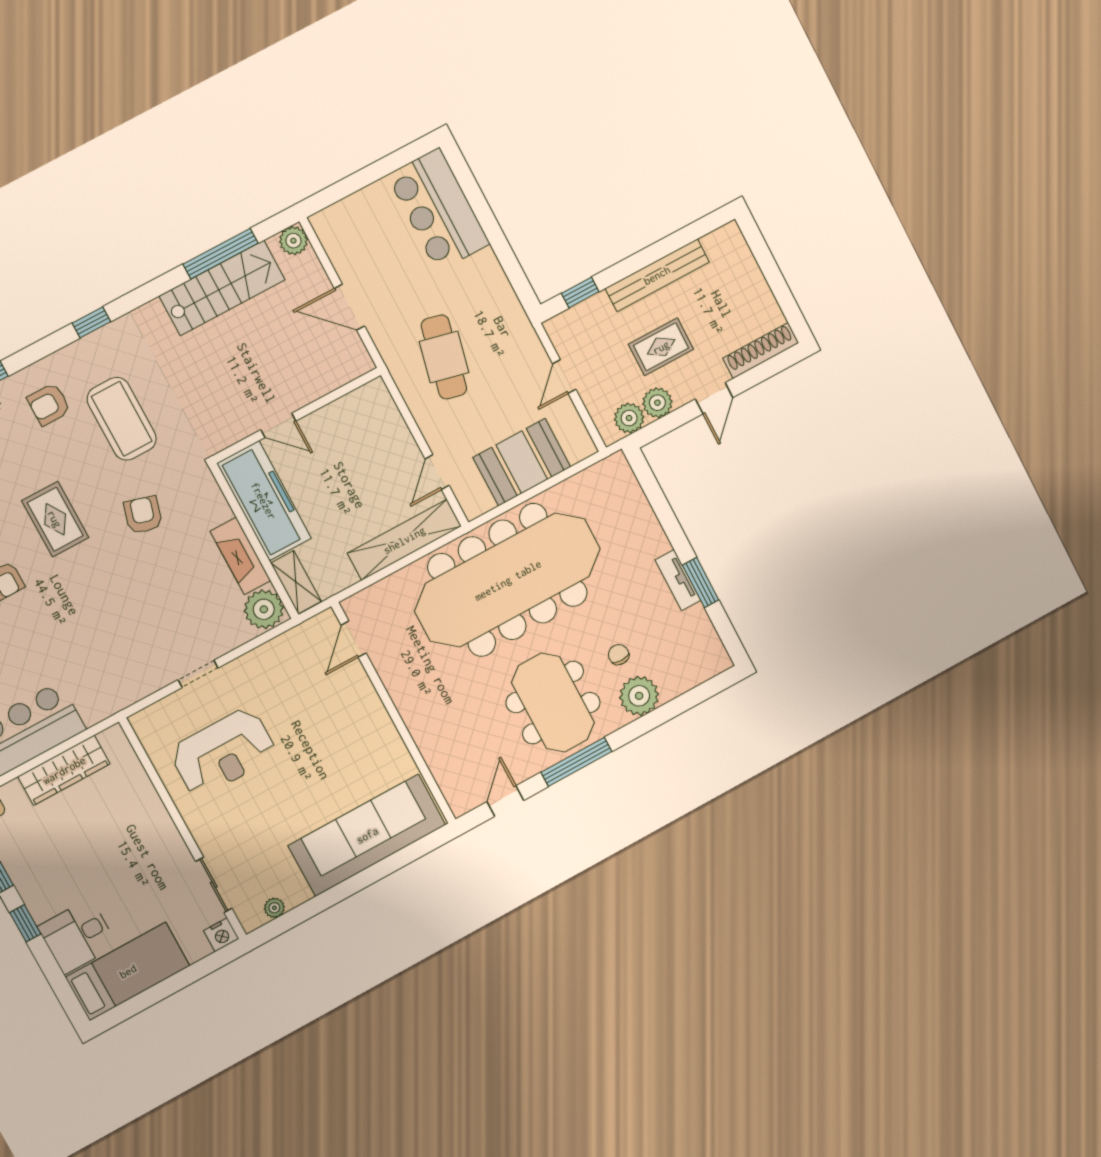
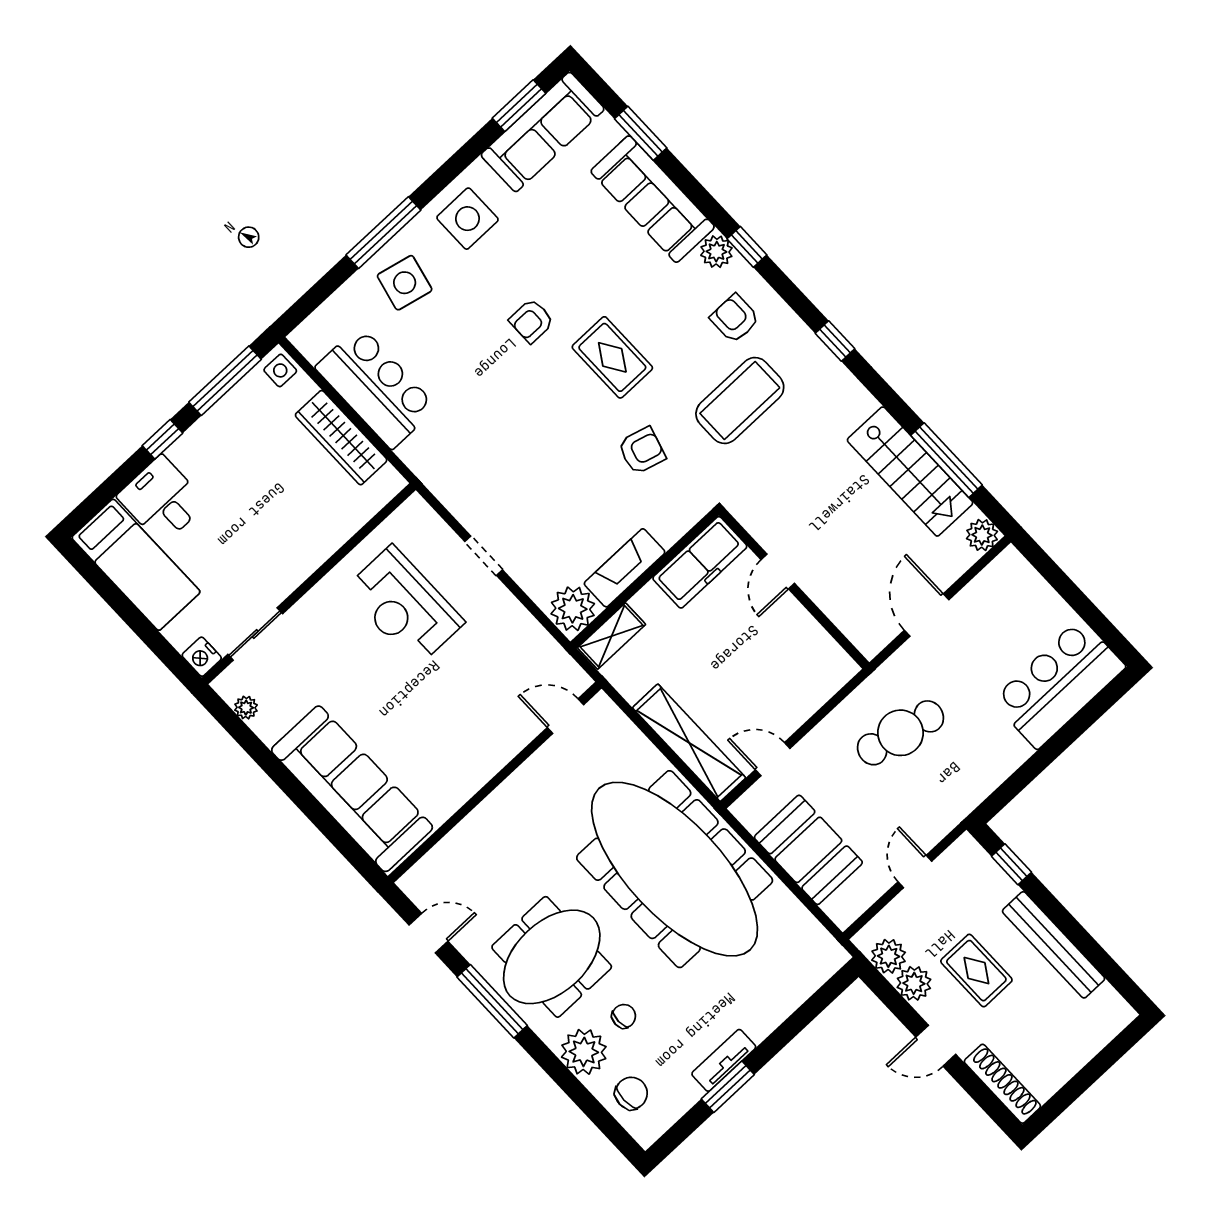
door: (564, 377) -> (915, 872), hinge flipped
freezer: (264, 501) -> (700, 562), width x0.73, depth x0.79
rug: (55, 519) -> (612, 357), turned 90
chair: (684, 665) -> (631, 1093), added

